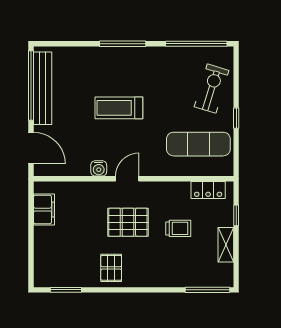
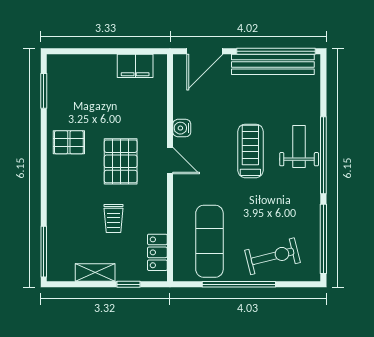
window: (123, 44) -> (323, 155), width x1.46
weight bench: (115, 65) -> (299, 147), added
exercise bike: (212, 89) -> (273, 256), turned -31
window: (236, 118) -> (239, 284), width x3.17

